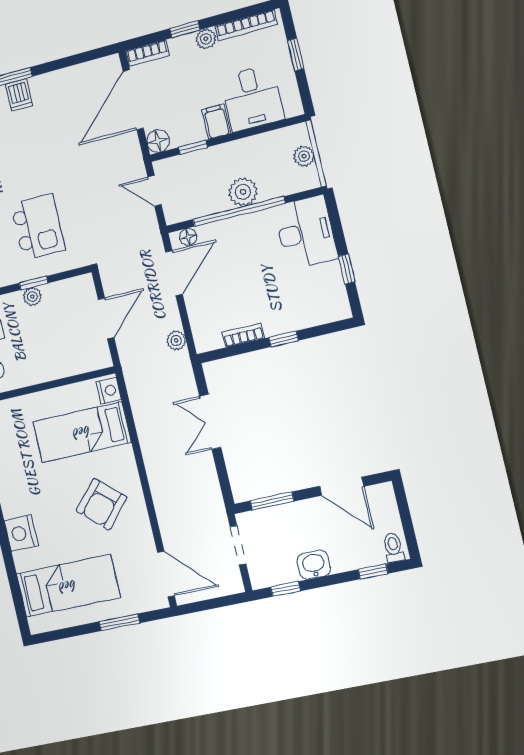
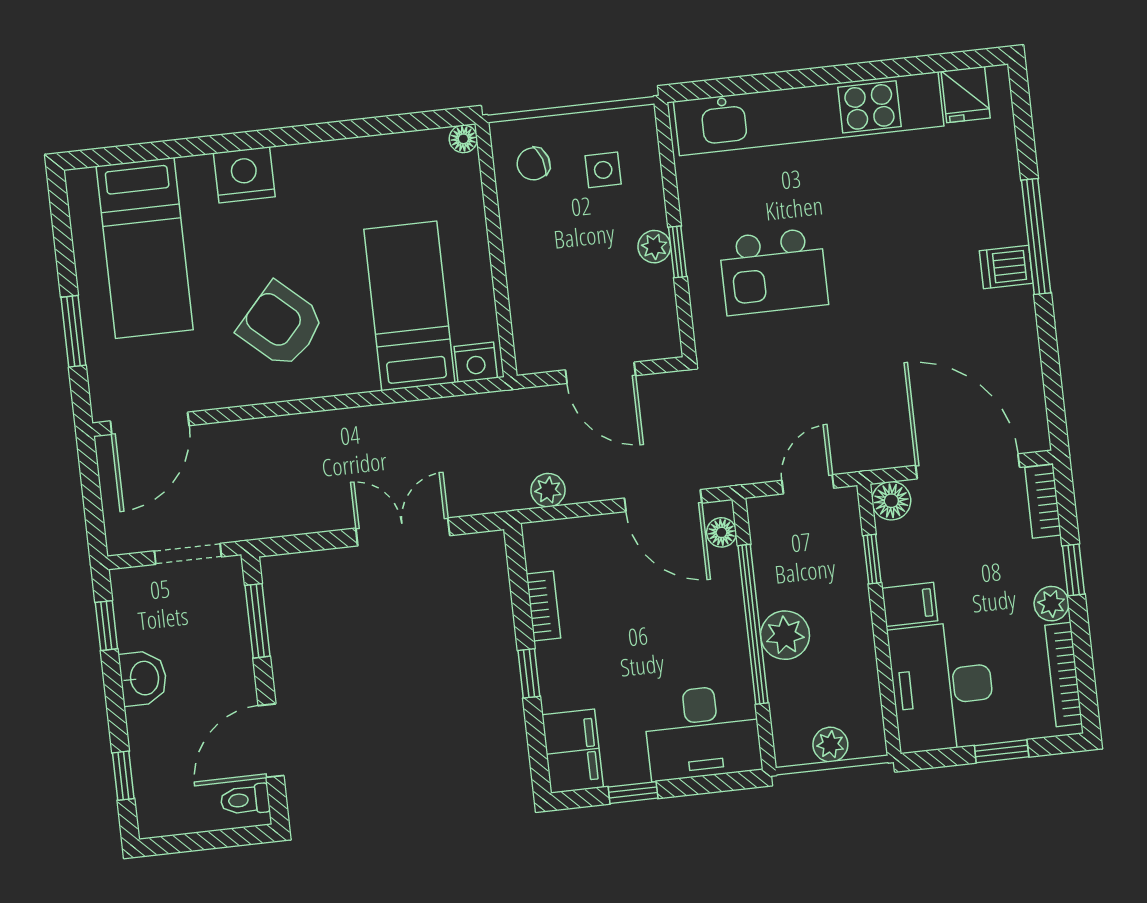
desk: (252, 98) -> (942, 687), width x1.37
filing cabinet: (326, 308) -> (573, 751), added
toilet: (394, 548) -> (245, 800), moved, turned 180

